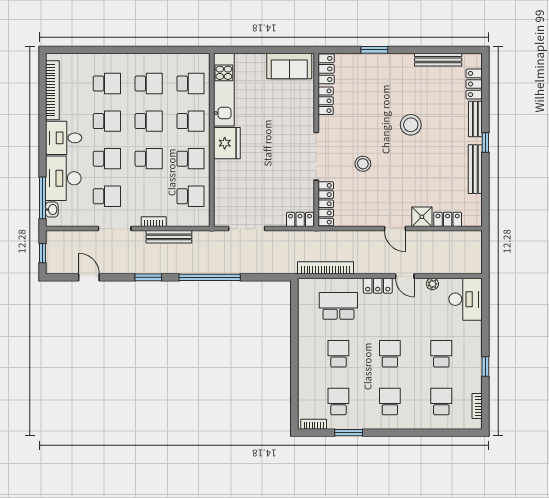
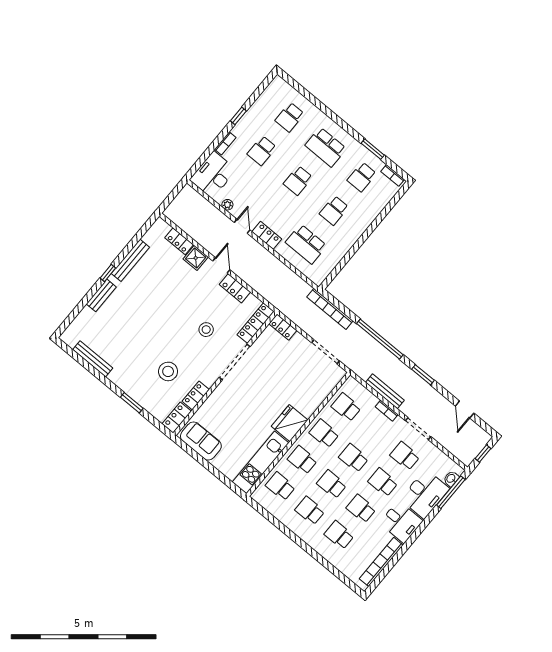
locker: (474, 84) -> (235, 288), moved, turned 90
stool: (411, 125) -> (168, 371), moved
bookcase: (325, 268) -> (330, 309), moved
school desk: (390, 401) -> (326, 147), width x1.85
bookcase: (477, 406) -> (225, 143), moved

